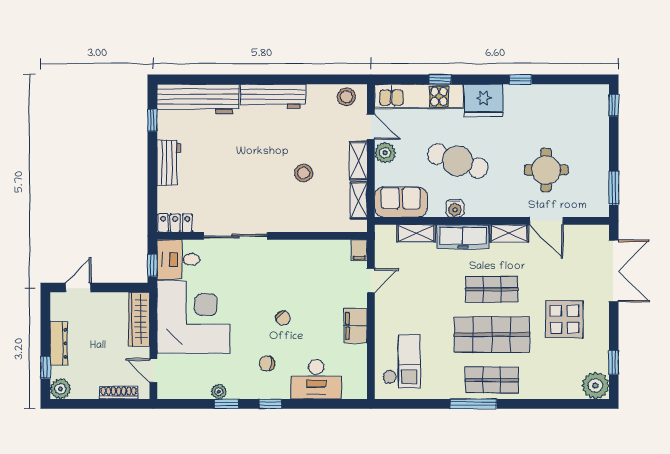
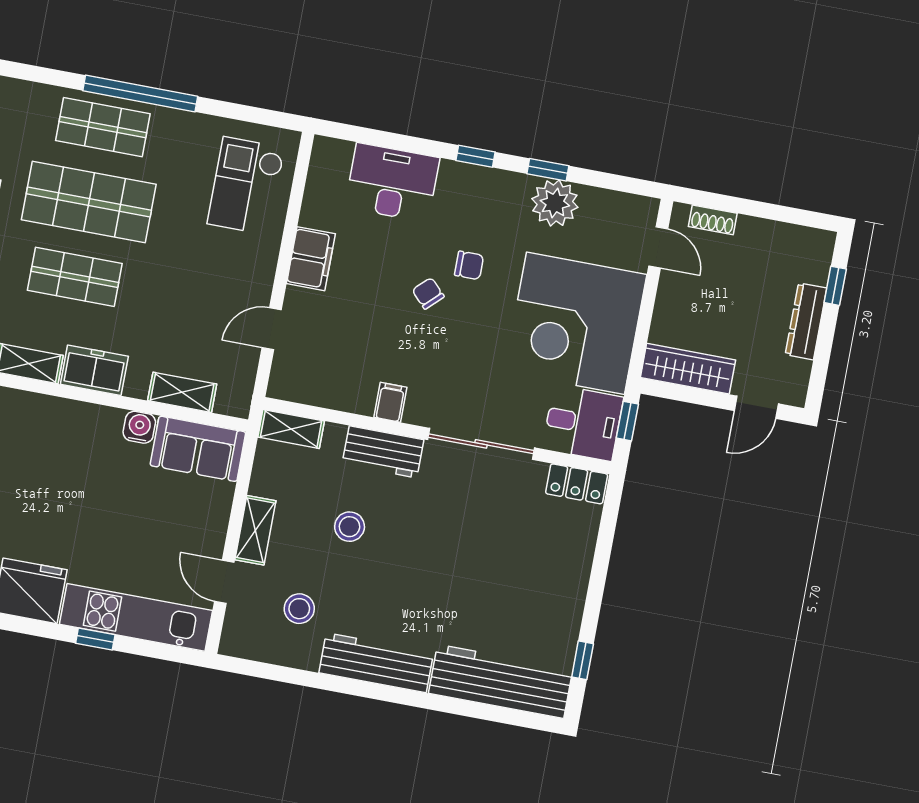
stool: (346, 97) -> (299, 609), moved
plant: (385, 153) -> (209, 535), removed
cafe table: (458, 161) -> (92, 499), removed
workbench: (169, 162) -> (383, 452), moved, turned -90
shelving: (359, 200) -> (291, 429), moved, turned 90
water cooler: (455, 208) -> (139, 427), moved
freezer: (463, 237) -> (94, 370), width x0.71
filing cabinet: (359, 250) -> (390, 402), moved
wardrobe: (139, 319) -> (688, 369), moved, turned -90
chair: (267, 363) -> (469, 265), moved
plant: (60, 389) -> (817, 246), removed
plant: (219, 392) -> (555, 203), width x1.87, depth x1.87
shoe rack: (119, 393) -> (713, 220), width x0.70
window: (474, 404) -> (140, 94), width x1.46

